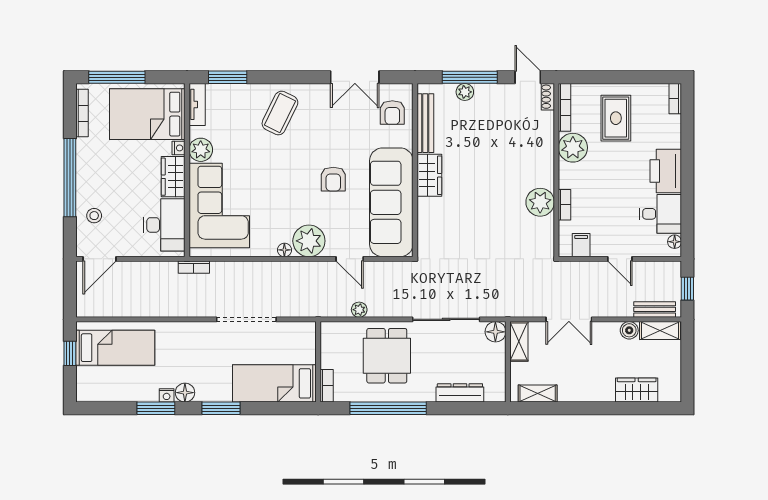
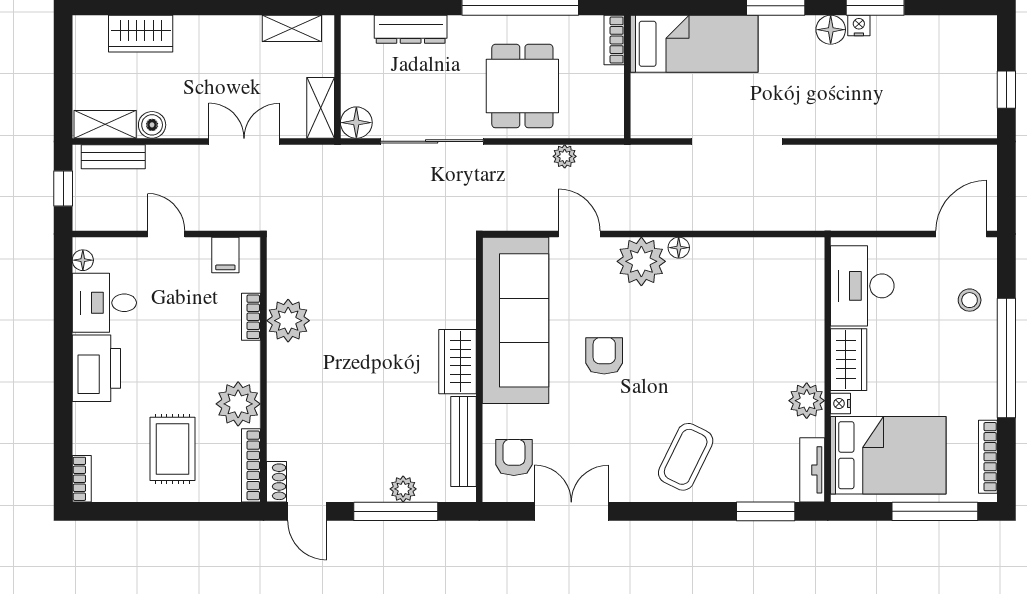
corner sofa: (219, 205) -> (778, 316), removed
bookcase: (194, 267) -> (817, 221), removed
bed: (115, 348) -> (937, 98), removed

